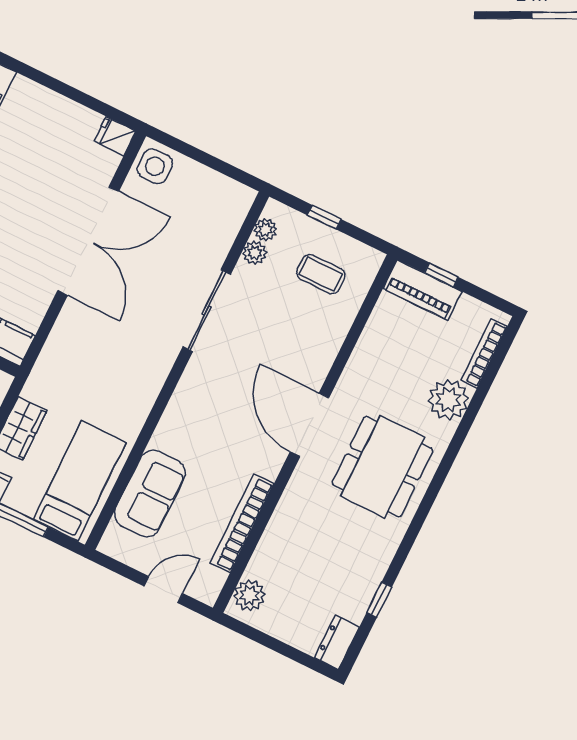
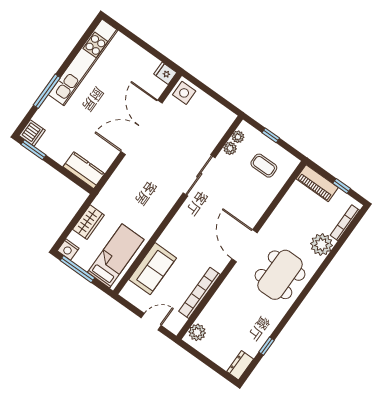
double door: (88, 241) -> (142, 127), swing flipped
window: (441, 275) -> (342, 186), moved

